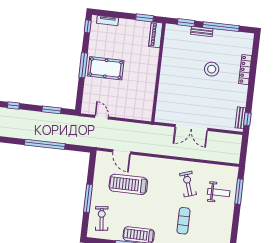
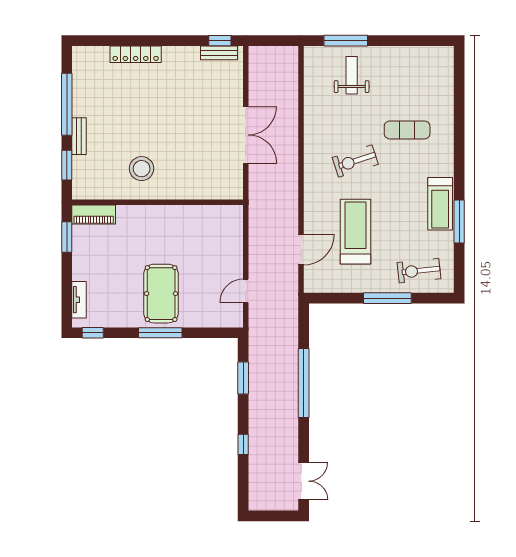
stool: (212, 69) -> (142, 169), moved
treadmill: (128, 184) -> (355, 232), turned 180
exercise bike: (188, 184) -> (355, 161), moved

